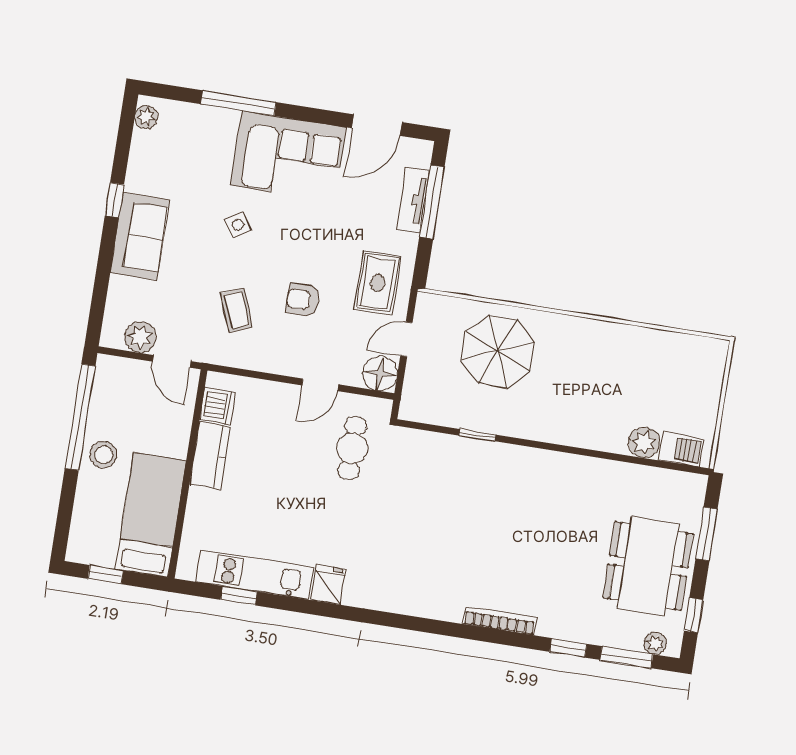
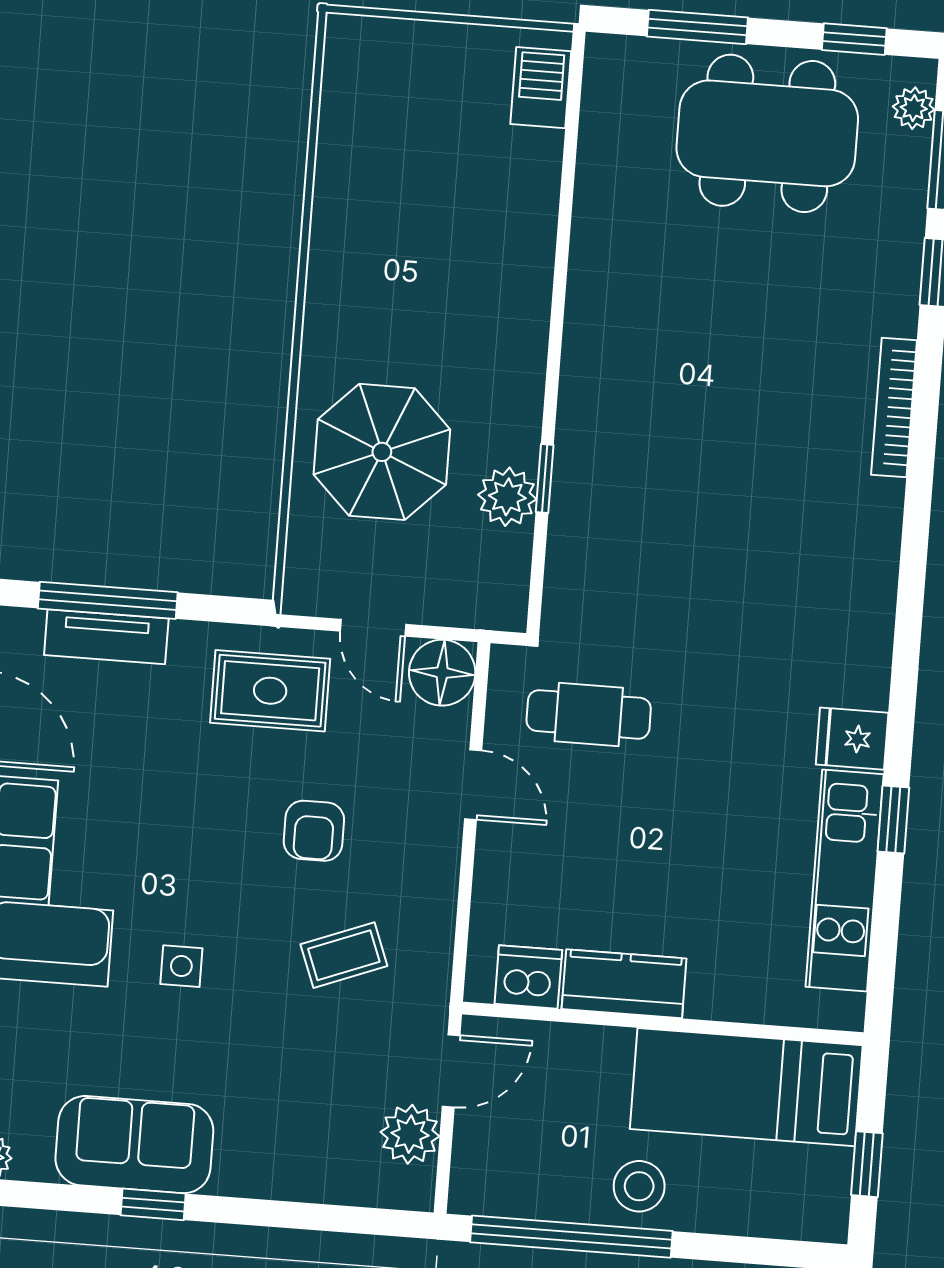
side table: (238, 225) -> (181, 966), turned 33
sofa: (140, 236) -> (134, 1145), moved
plant: (644, 443) -> (507, 497), moved
window: (239, 596) -> (893, 820), moved

